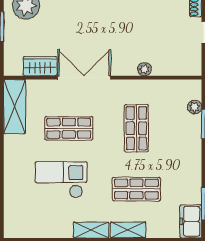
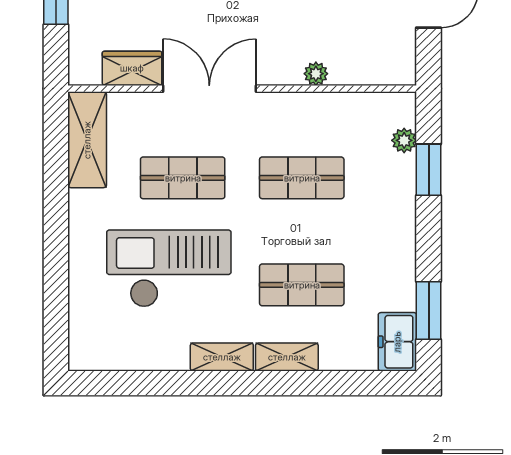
shop shelf: (136, 128) -> (302, 178), turned 90
checkout: (61, 180) -> (169, 268), width x1.36, depth x1.21

